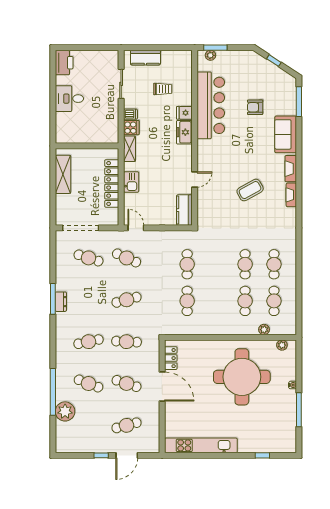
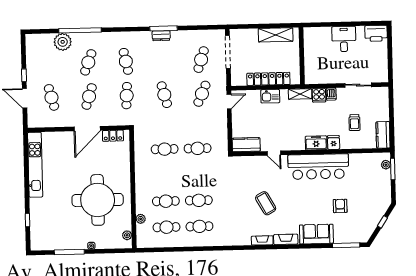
kitchen counter: (145, 58) -> (383, 135), moved
bar counter: (211, 105) -> (318, 167), moved

